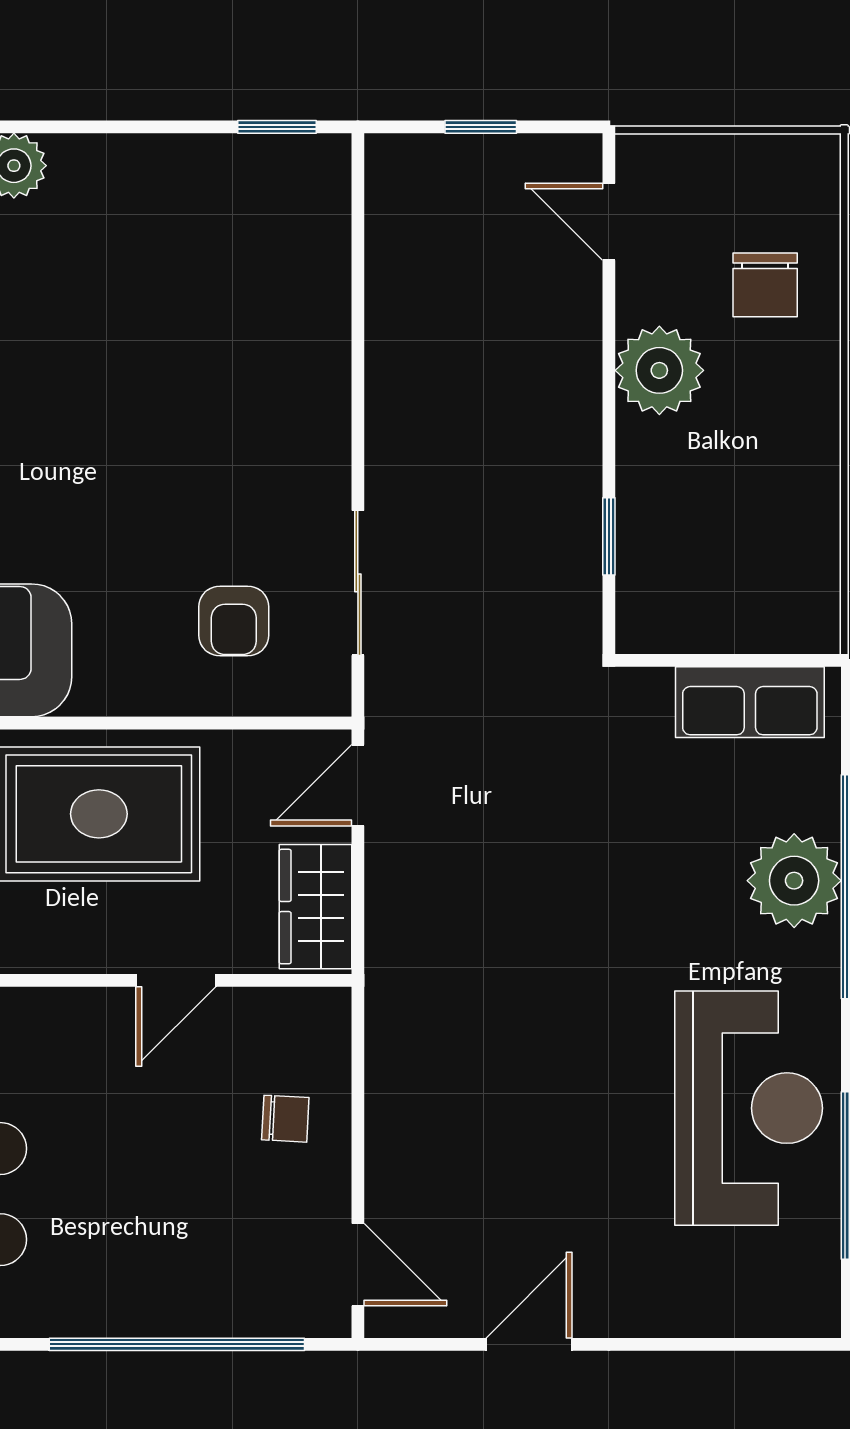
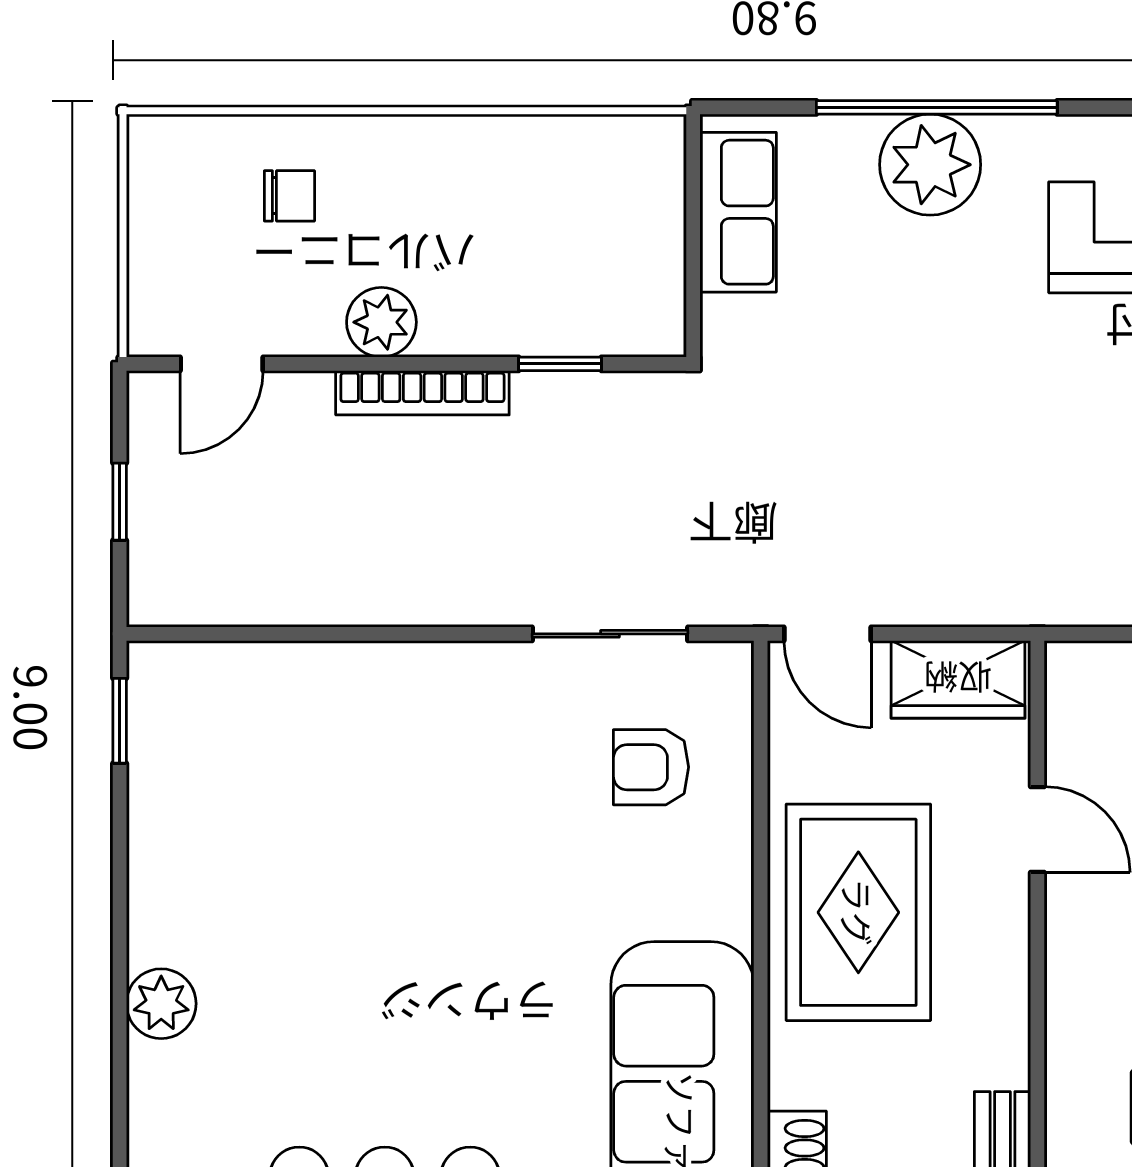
chair: (765, 285) -> (289, 196), width x0.73, depth x0.73
plant: (659, 370) -> (381, 322), width x0.73, depth x0.73
bookcase: (582, 409) -> (422, 393), added
armchair: (234, 621) -> (651, 767), turned 180

